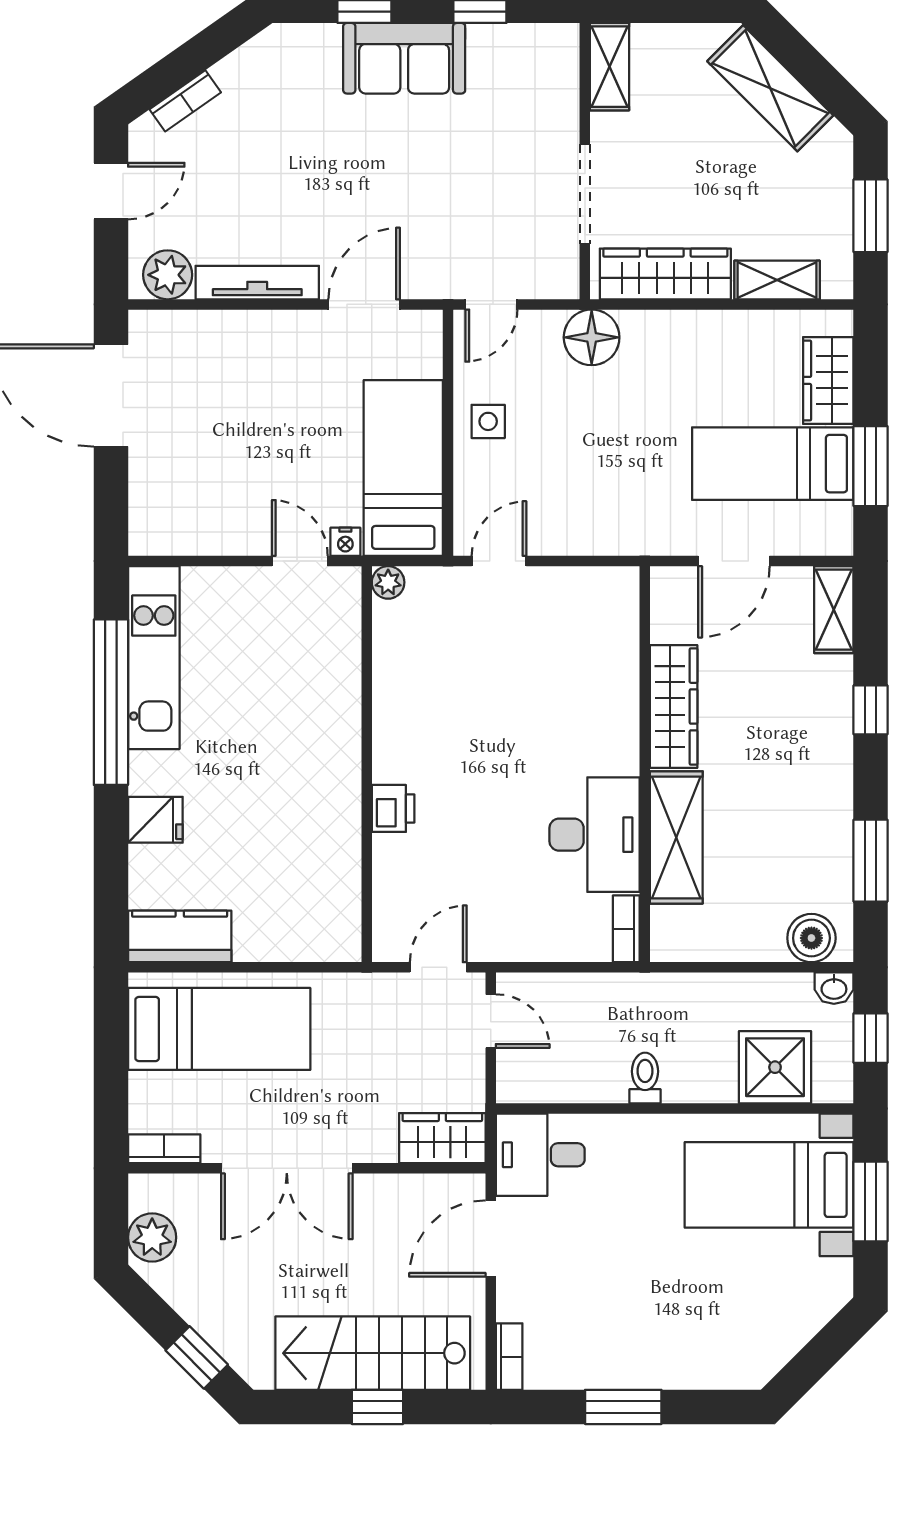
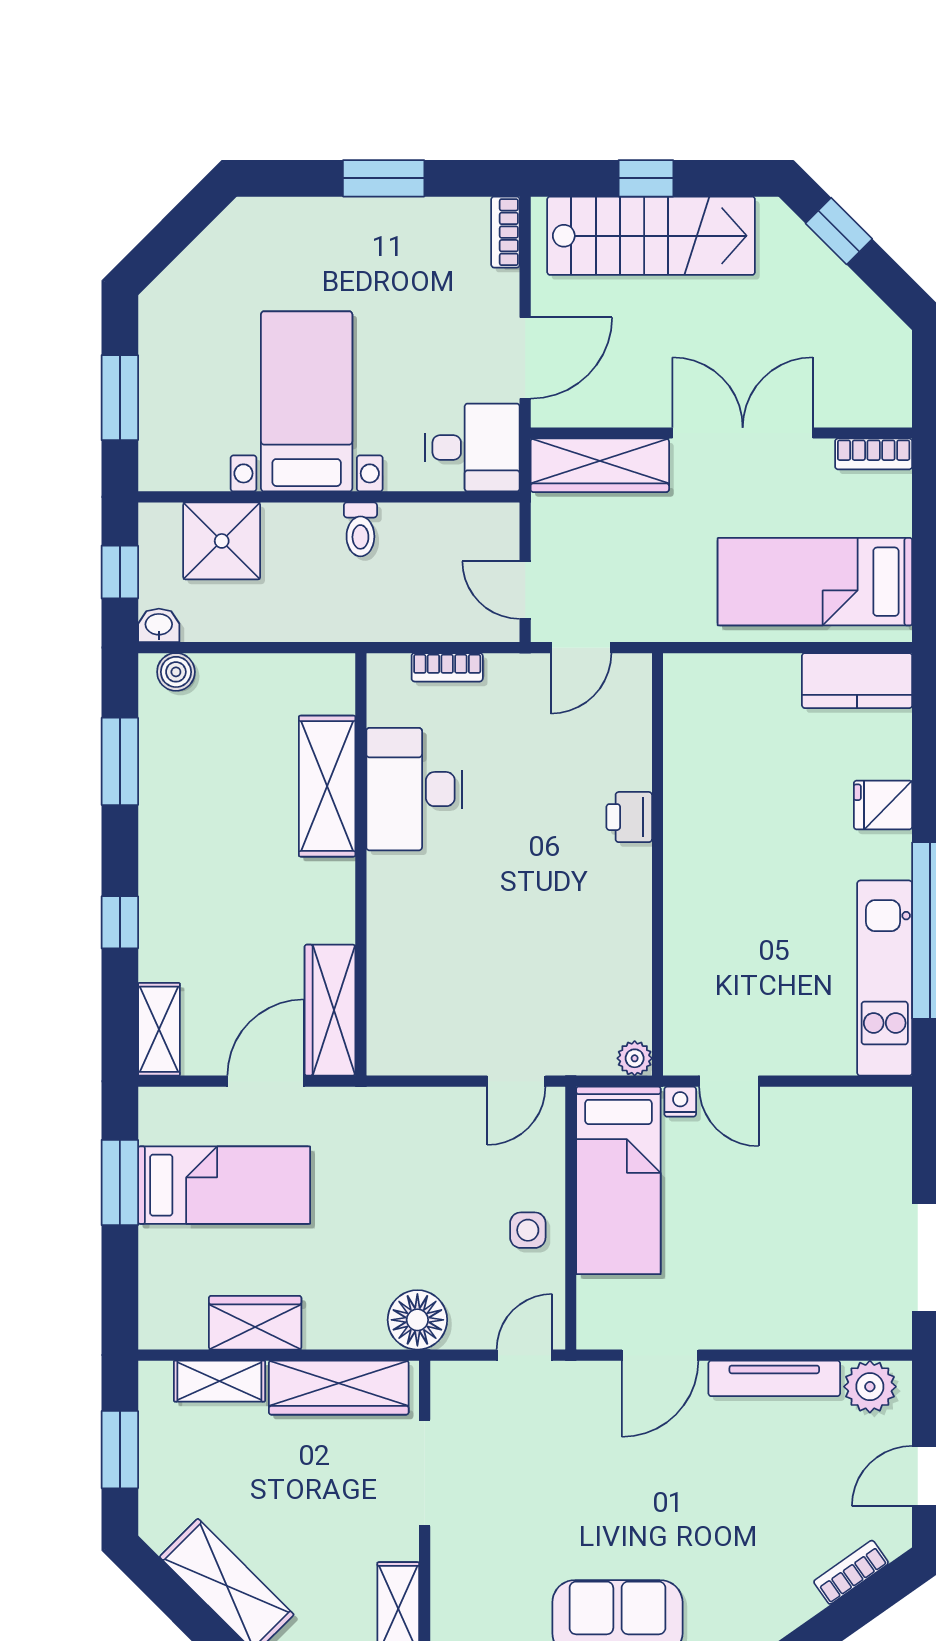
wardrobe: (828, 380) -> (255, 1323), moved, turned -90
wardrobe: (674, 707) -> (330, 1010), moved
bookcase: (626, 929) -> (447, 667), moved, turned 90
boiler: (811, 938) -> (176, 672), width x0.73, depth x0.73
wardrobe: (442, 1138) -> (600, 465), width x1.50
bed with nightstands: (769, 1185) -> (307, 401), moved, turned -90
plant: (152, 1237) -> (886, 359), removed

